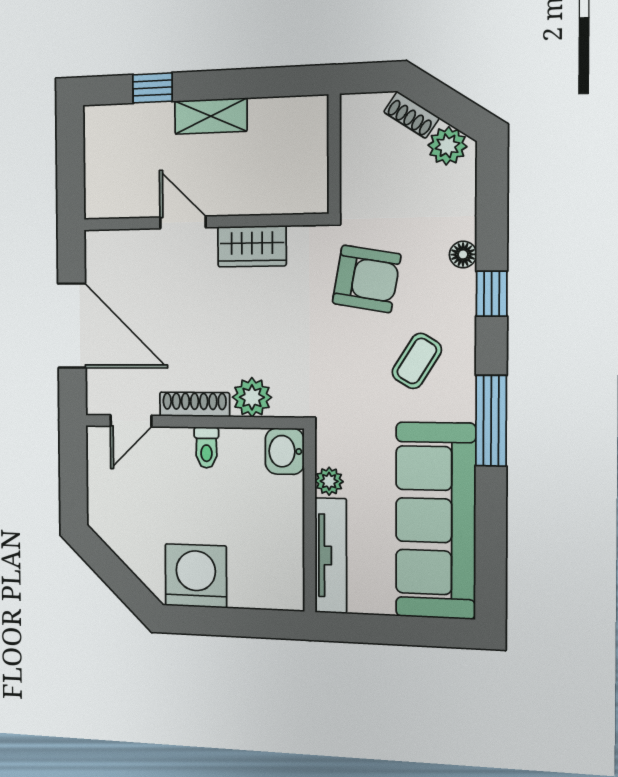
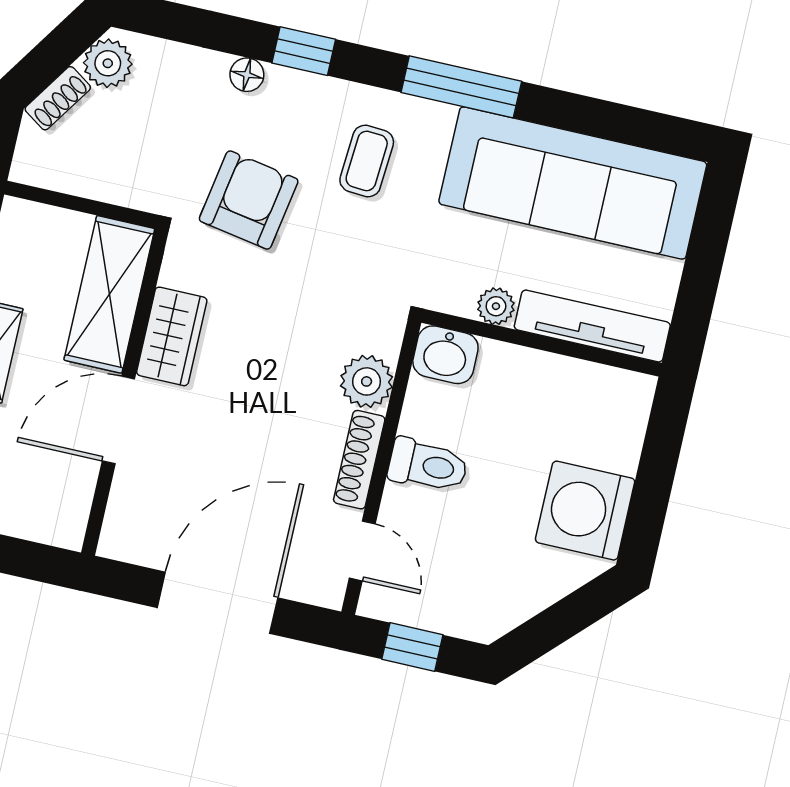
shelving: (272, 192) -> (109, 294), added
door: (183, 222) -> (118, 420), width x1.38
coffee table: (417, 361) -> (367, 161), turned 62
toilet: (206, 447) -> (428, 465), width x1.37, depth x1.39
window: (73, 471) -> (412, 647), added

